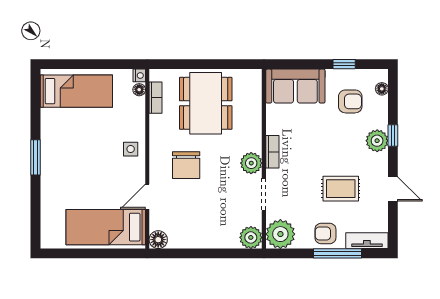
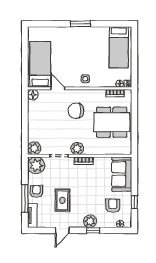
armchair: (350, 101) -> (113, 206), turned 180

